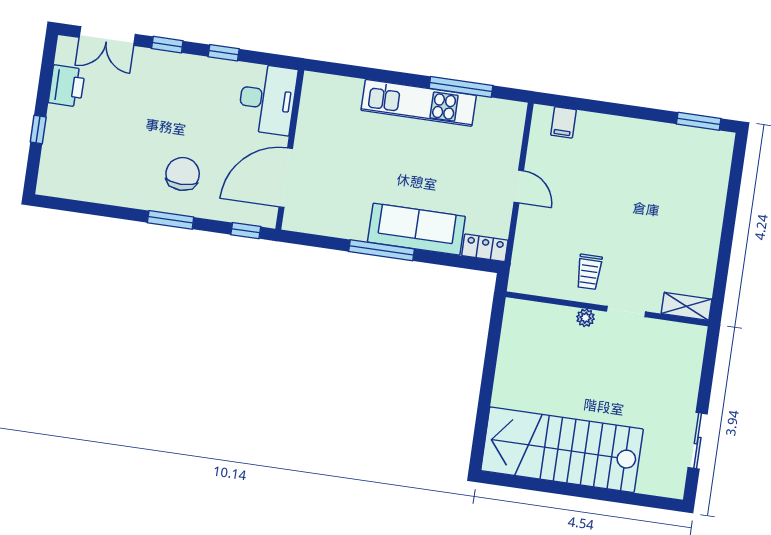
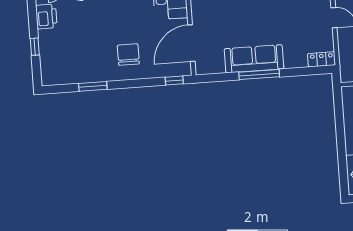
window: (171, 220) -> (93, 86), moved
sofa: (416, 229) -> (254, 59), moved

